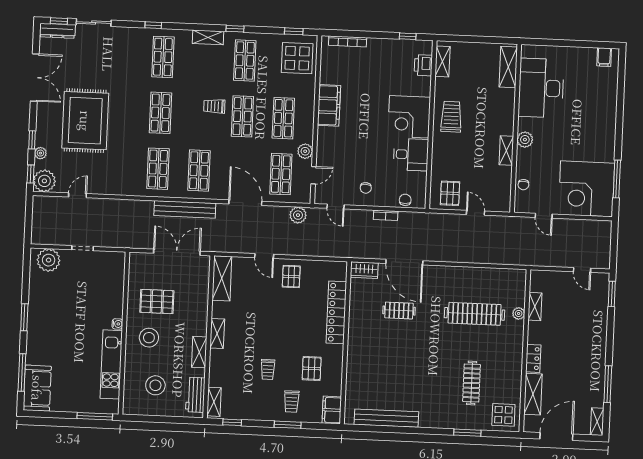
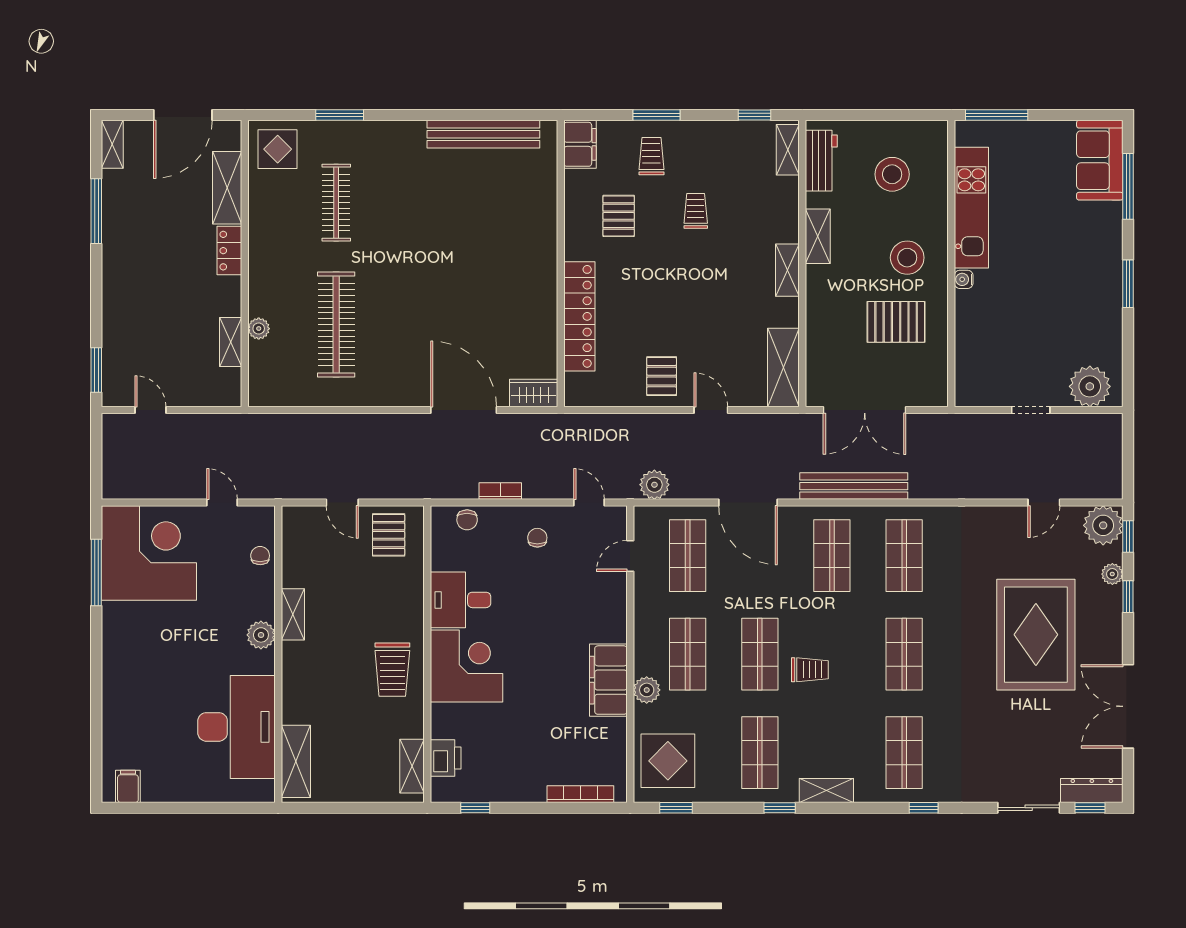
plant: (305, 151) -> (647, 690), moved
clothes rail: (399, 311) -> (469, 325), removed
clothes rail: (475, 314) -> (336, 325), turned 90

